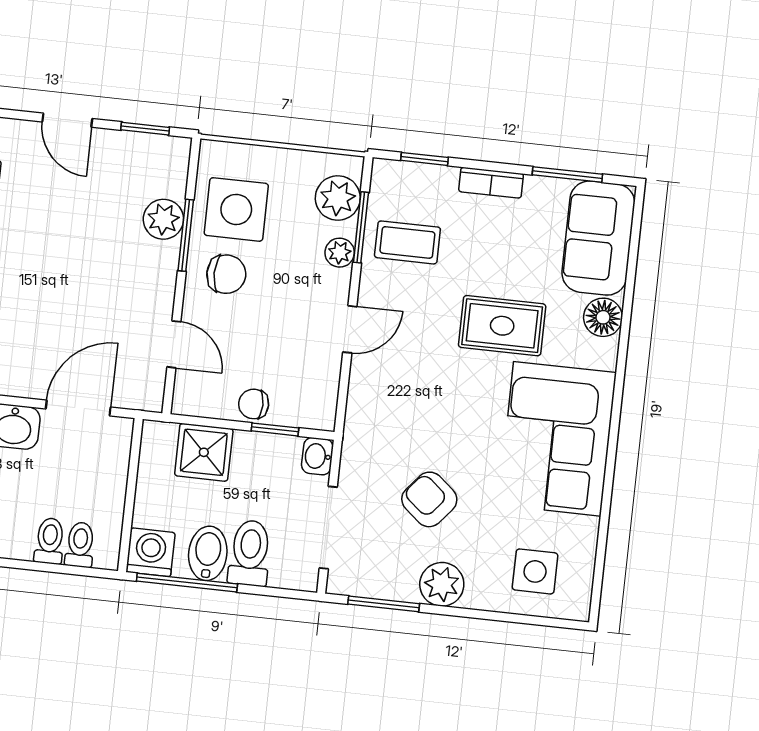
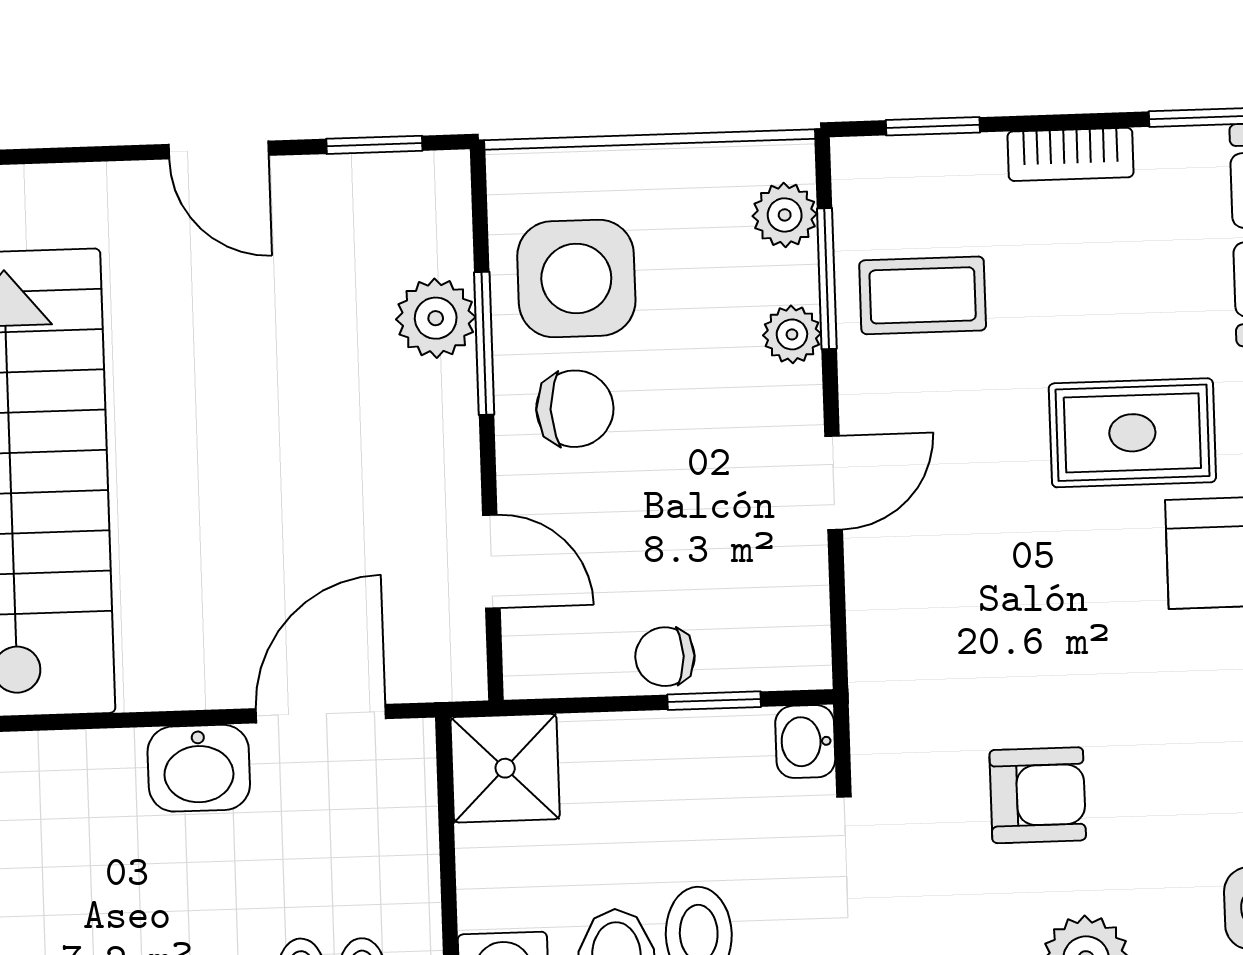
plant: (338, 198) -> (785, 215), width x0.73, depth x0.73
shower: (204, 452) -> (505, 768), moved
armchair: (429, 499) -> (1038, 795), turned 140

